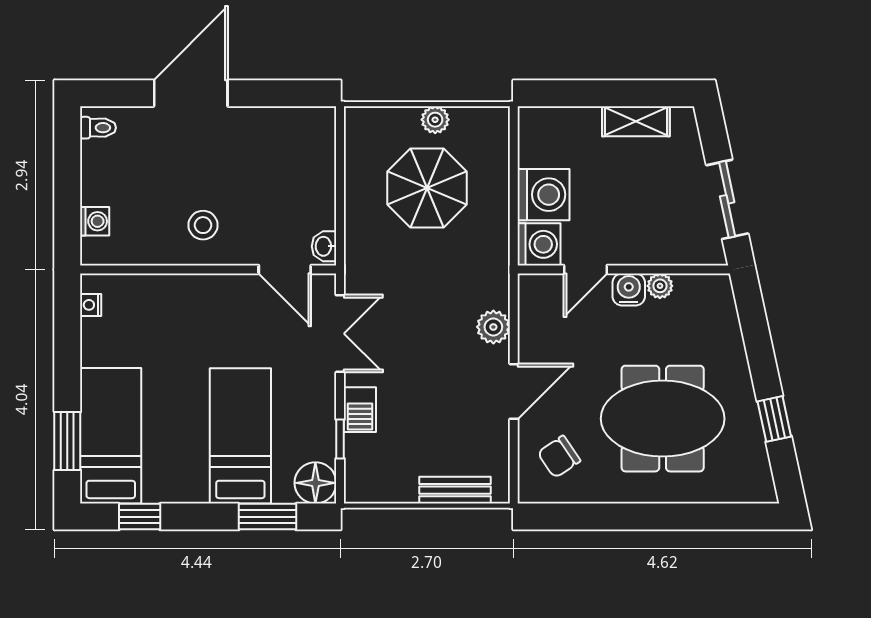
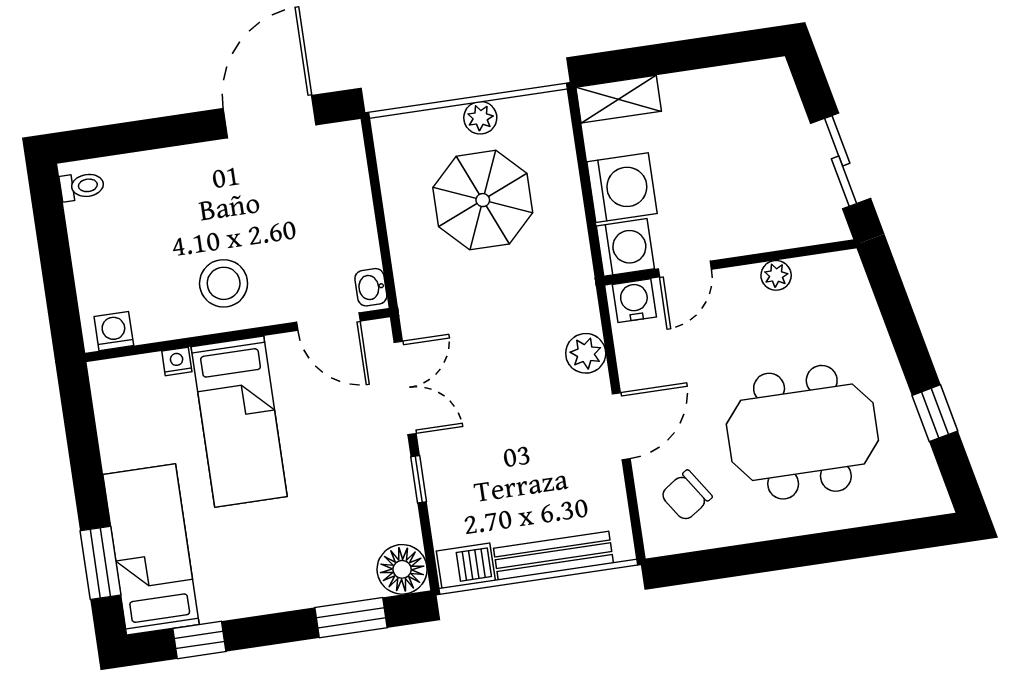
door: (191, 93) -> (270, 117), moved
shelving: (636, 121) -> (619, 99), moved
washing machine: (95, 221) -> (114, 331), moved, turned -90
stool: (203, 225) -> (224, 283), width x1.38, depth x1.38
water cooler: (629, 289) -> (634, 301), moved
nightstand: (91, 305) -> (177, 361), moved, turned 90
barbecue: (360, 410) -> (466, 566), moved, turned -90
bed: (240, 436) -> (239, 422), moved, turned 180
window: (340, 439) -> (419, 479), moved
bench: (455, 490) -> (554, 556), width x1.36

